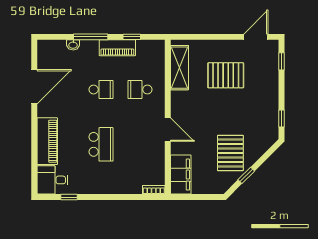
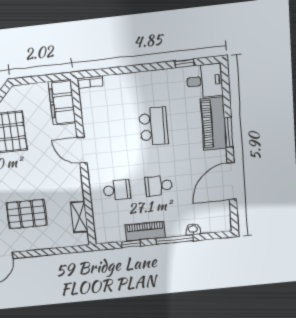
shelving: (179, 68) -> (79, 217), width x0.67, depth x0.75
window: (34, 132) -> (229, 132), added
school desk: (101, 144) -> (154, 126), turned 180

